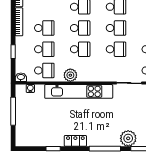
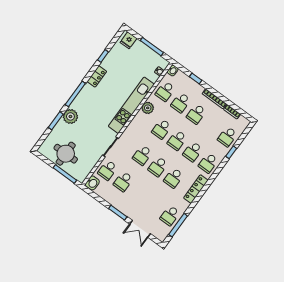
fridge: (23, 136) -> (128, 40), added

